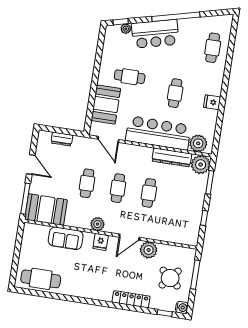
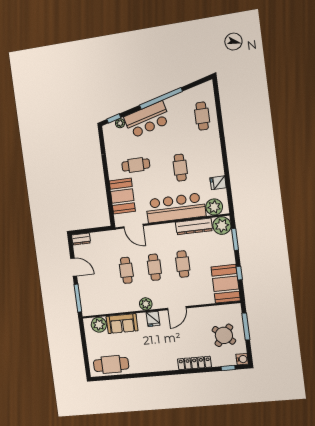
fridge: (212, 102) -> (218, 183), moved
dresser: (62, 139) -> (81, 239), moved
booth: (46, 210) -> (226, 284), moved, turned 90
plant: (149, 250) -> (99, 325), moved

